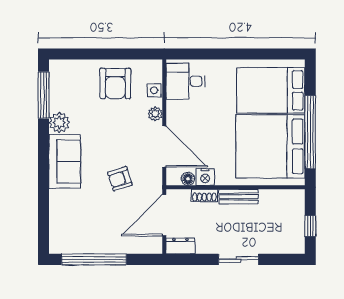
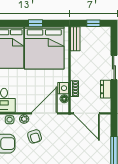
window: (310, 132) -> (35, 23), width x0.32
armchair: (120, 179) -> (35, 136), moved
bench: (239, 197) -> (75, 39), moved
dresser: (180, 246) -> (106, 89), moved

